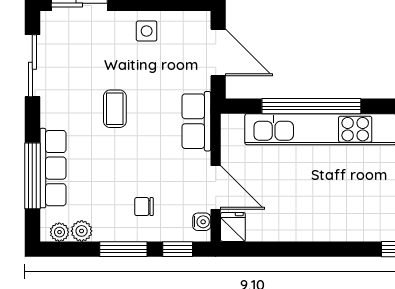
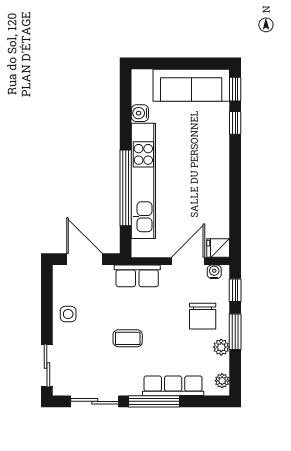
door: (218, 52) -> (85, 259), hinge flipped
window: (32, 176) -> (154, 401), moved
chair: (144, 207) -> (203, 316), width x1.87, depth x1.87
plant: (82, 231) -> (221, 347), moved

